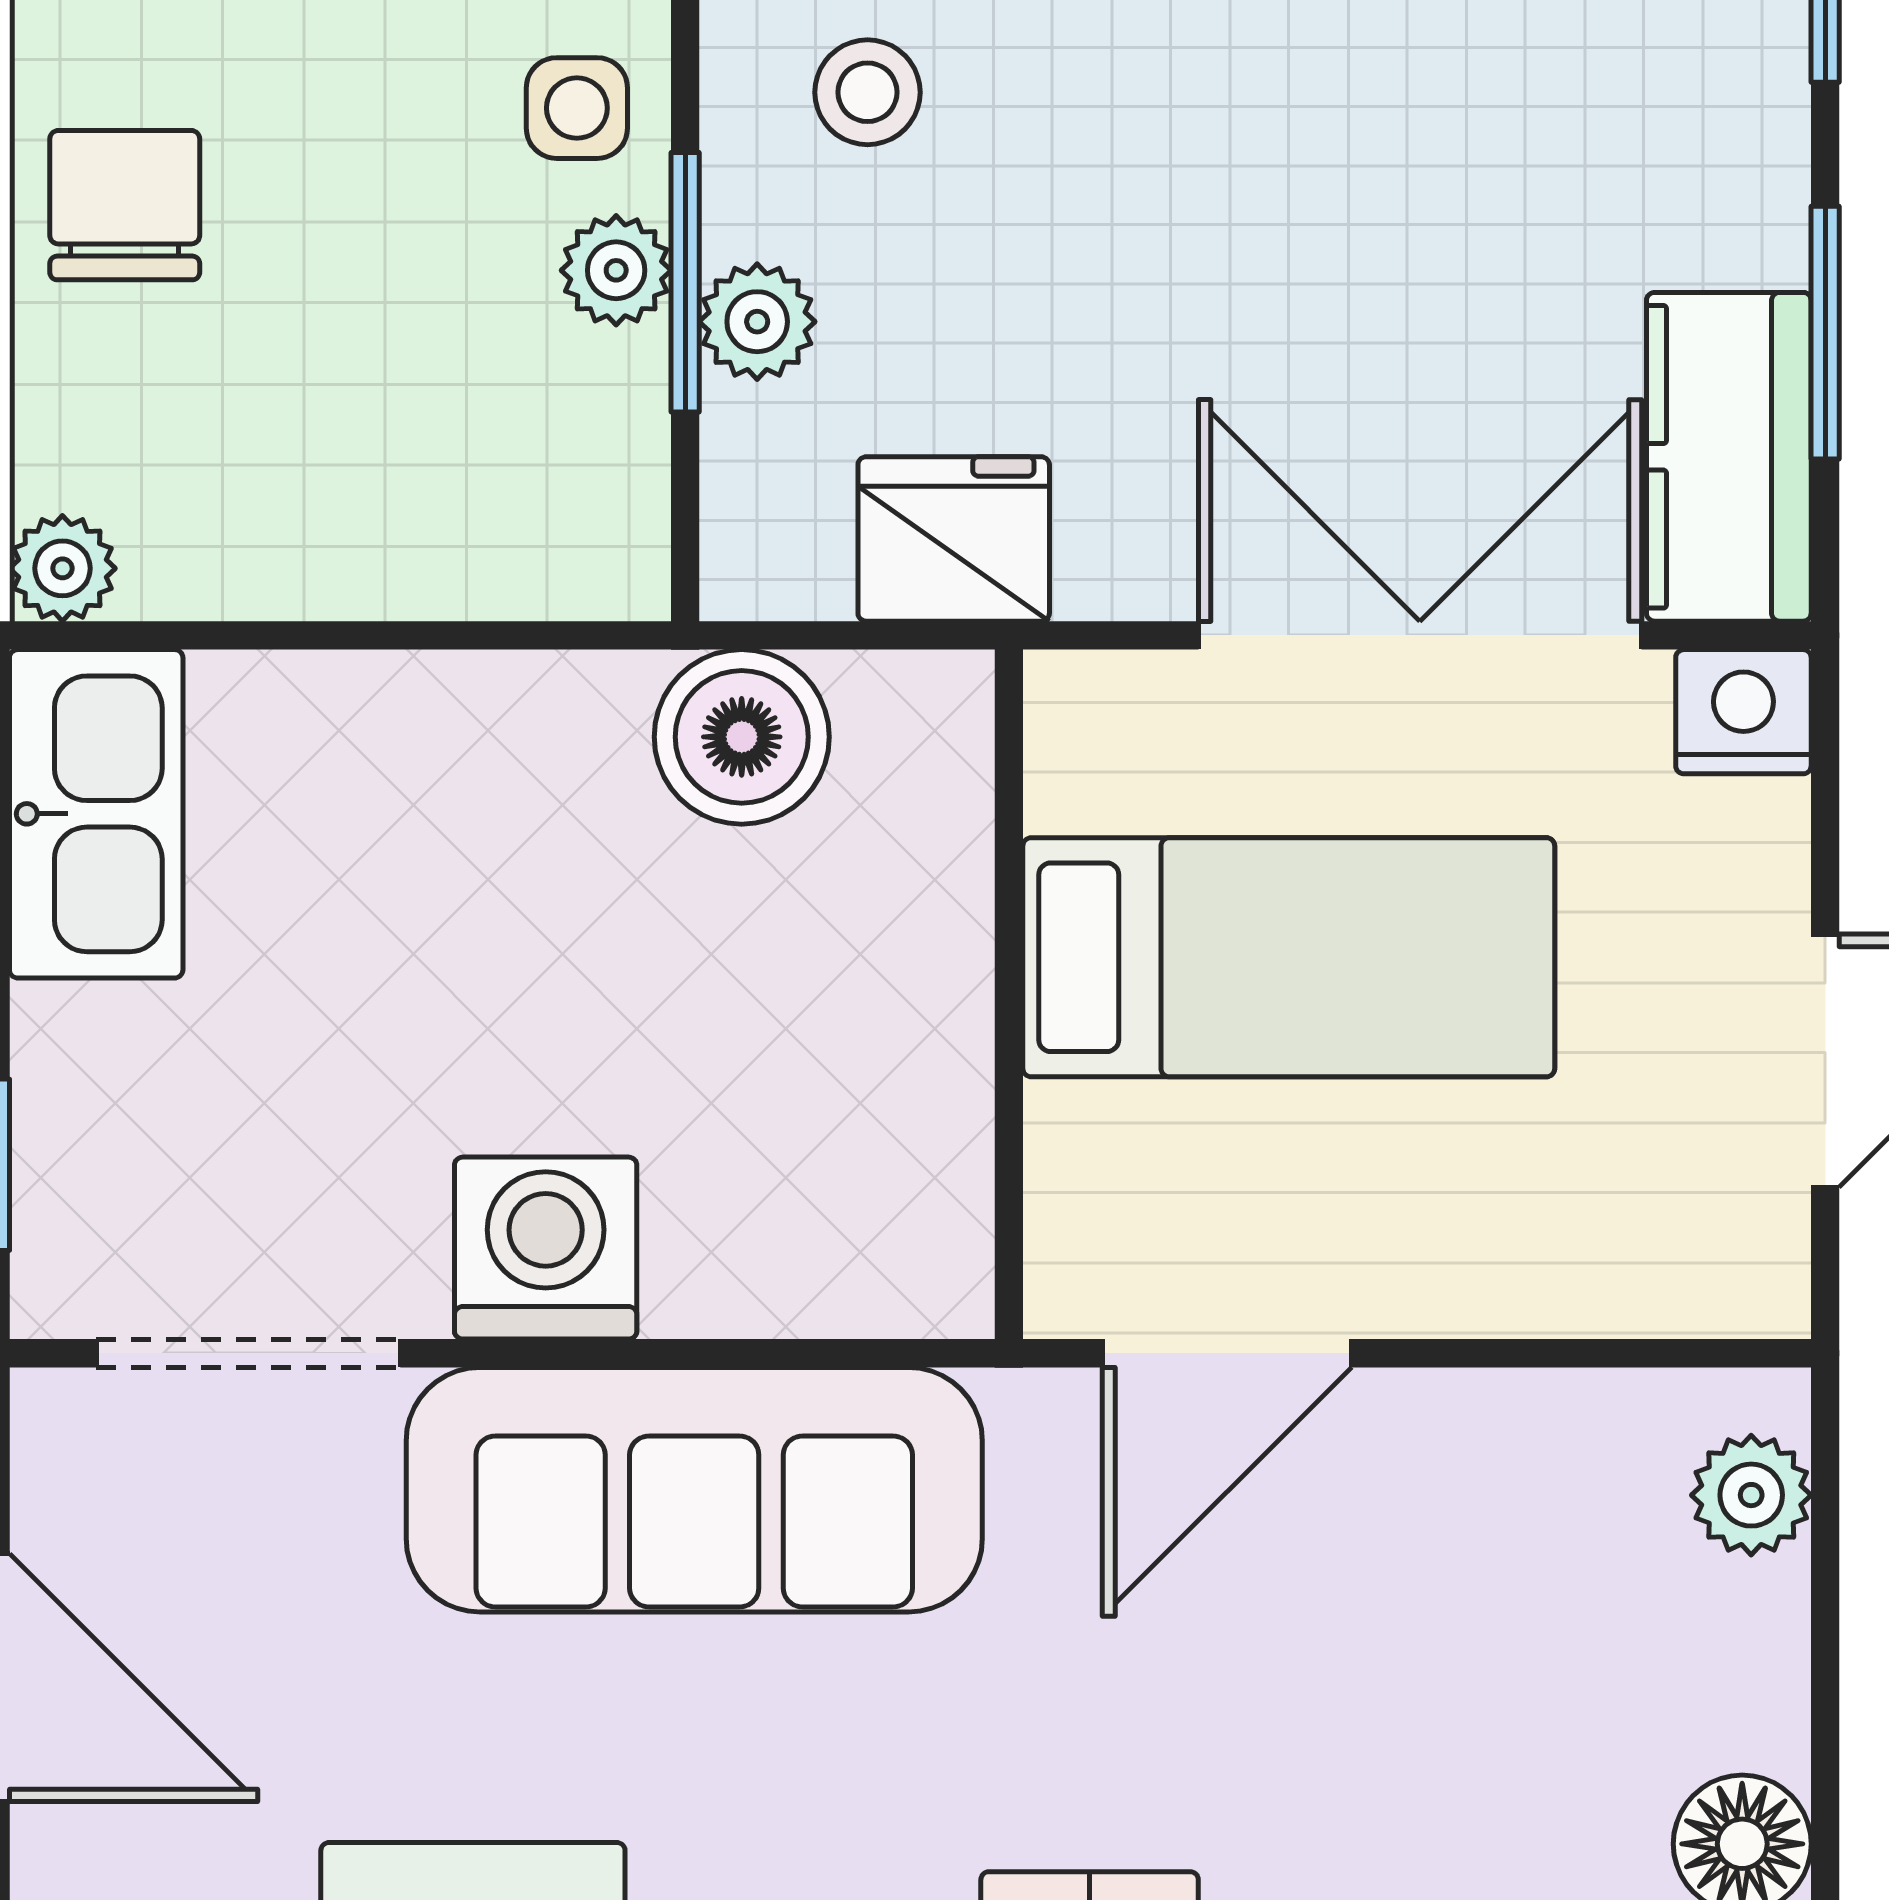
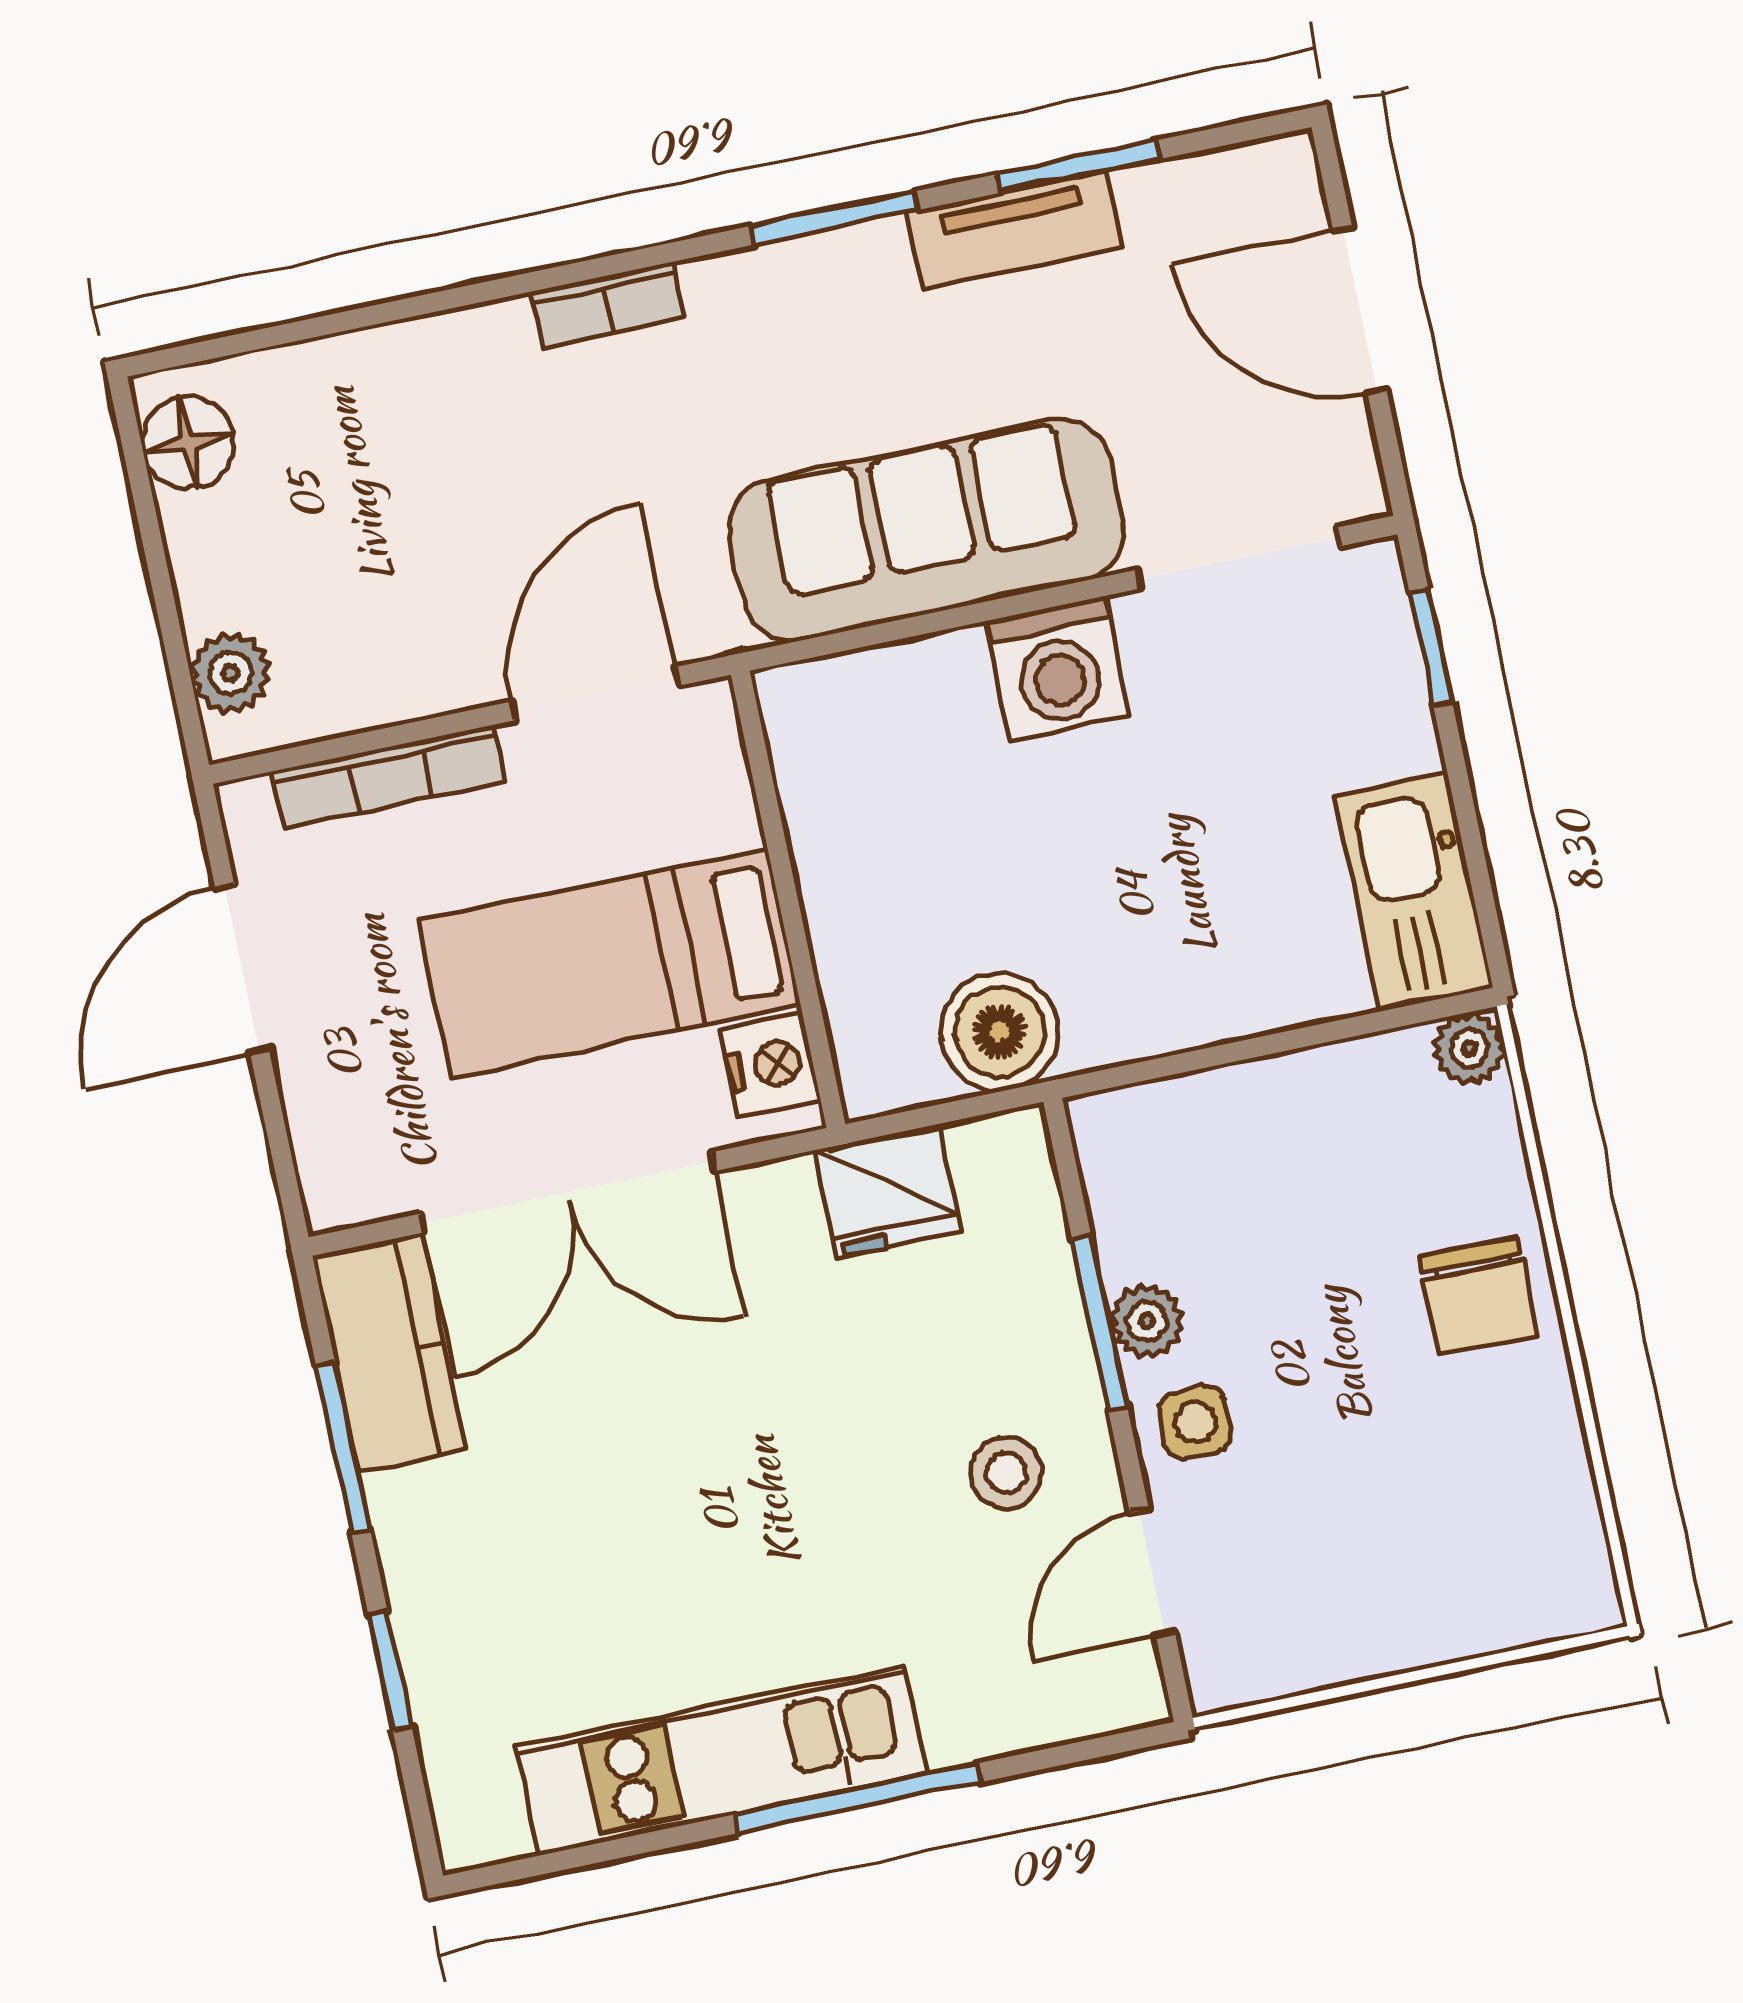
plant: (757, 322) -> (1047, 1307), removed
nightstand: (1743, 712) -> (771, 1065), moved, turned -90
bookcase: (1552, 1296) -> (389, 776), added

